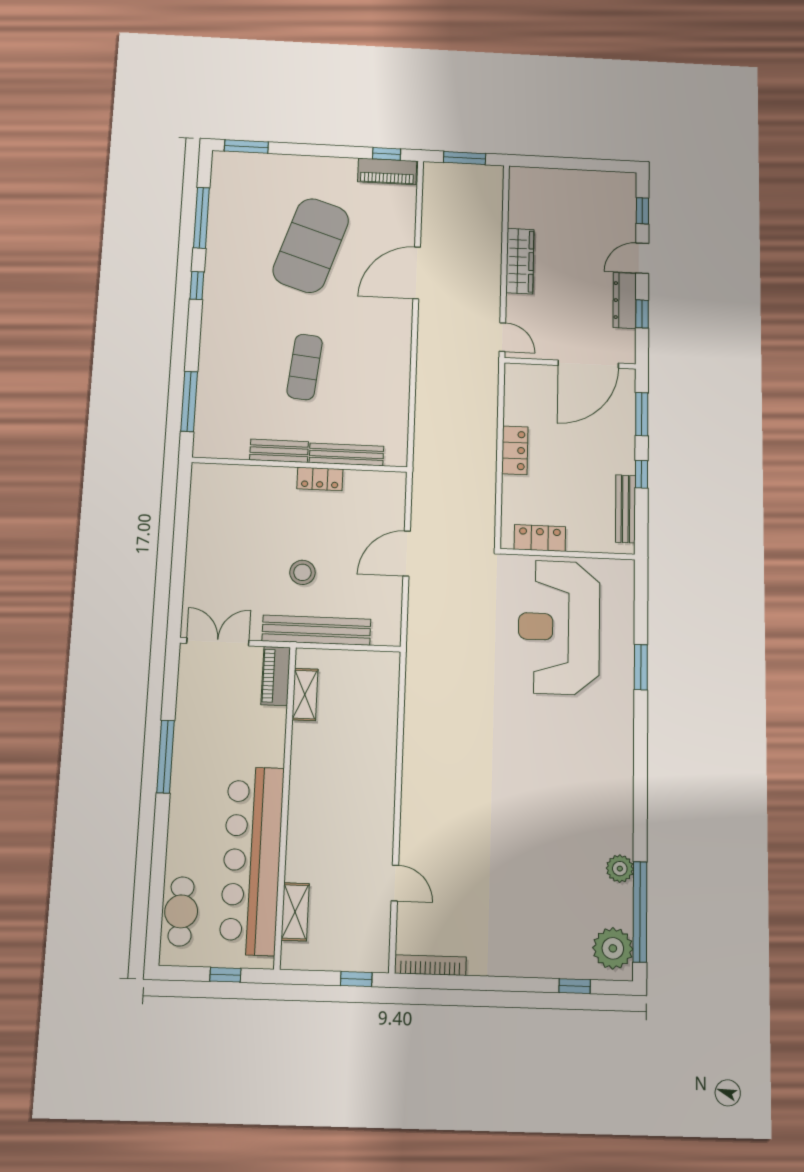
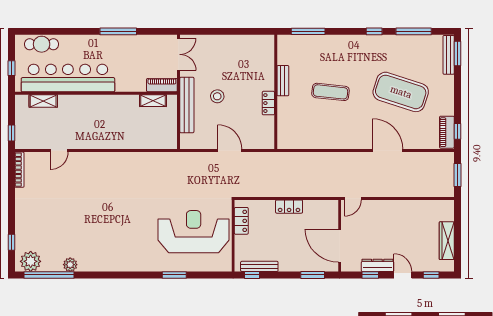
wardrobe: (520, 261) -> (447, 241), moved, turned 90
bench: (346, 454) -> (449, 55), moved
window: (641, 474) -> (252, 275), moved

